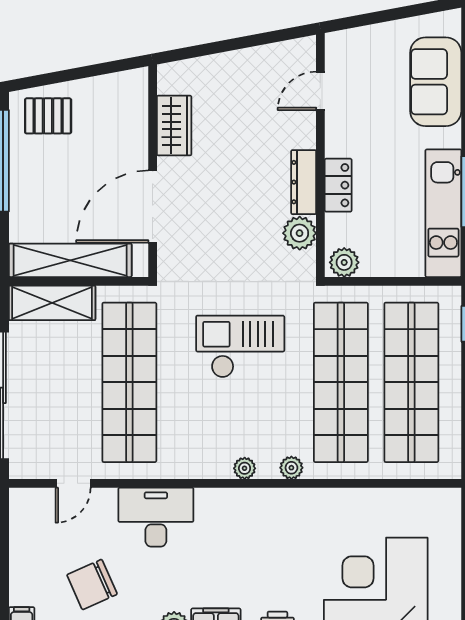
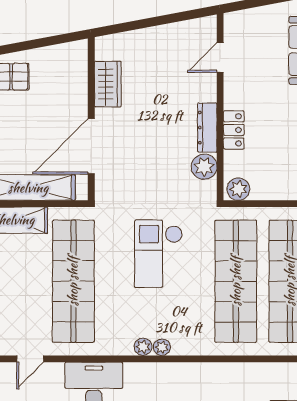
checkout: (240, 347) -> (159, 254), turned -90
plant: (291, 468) -> (143, 347), moved

